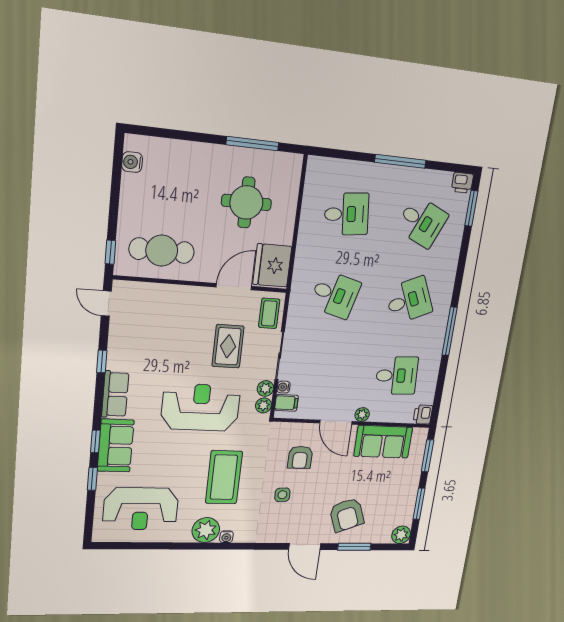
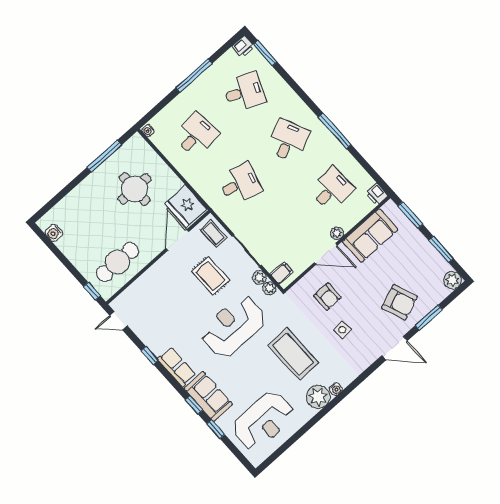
water cooler: (284, 387) -> (148, 131), moved

